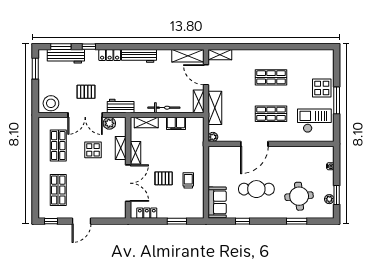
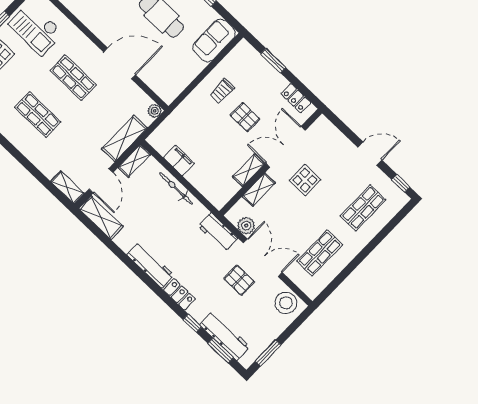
shelving: (146, 123) -> (208, 190), removed
display table: (93, 150) -> (305, 180), moved

